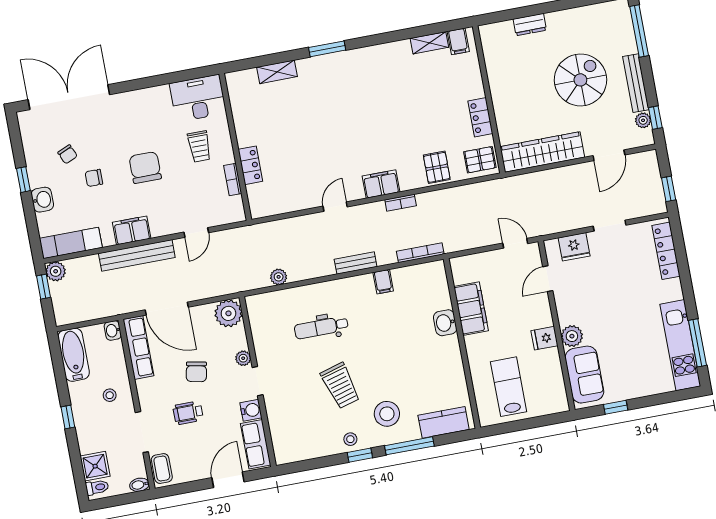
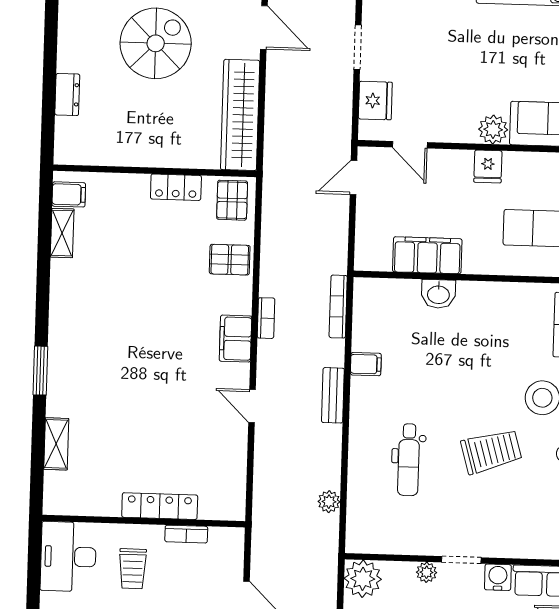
spiral stairs: (580, 80) -> (156, 43), turned 90
trolley: (199, 146) -> (133, 569), turned 90
locker: (250, 165) -> (160, 506), width x1.53

